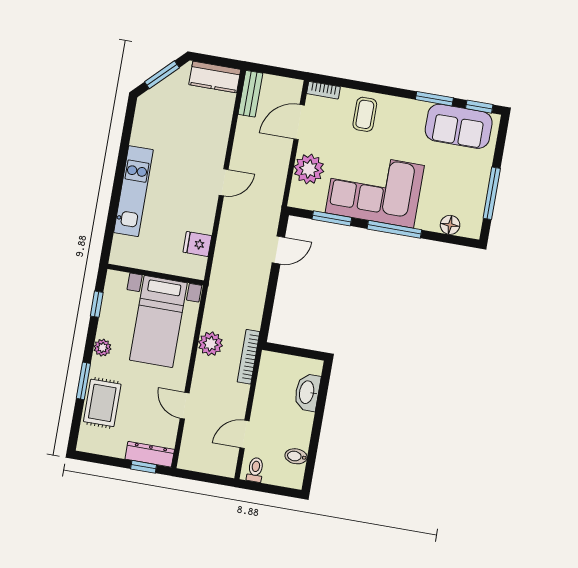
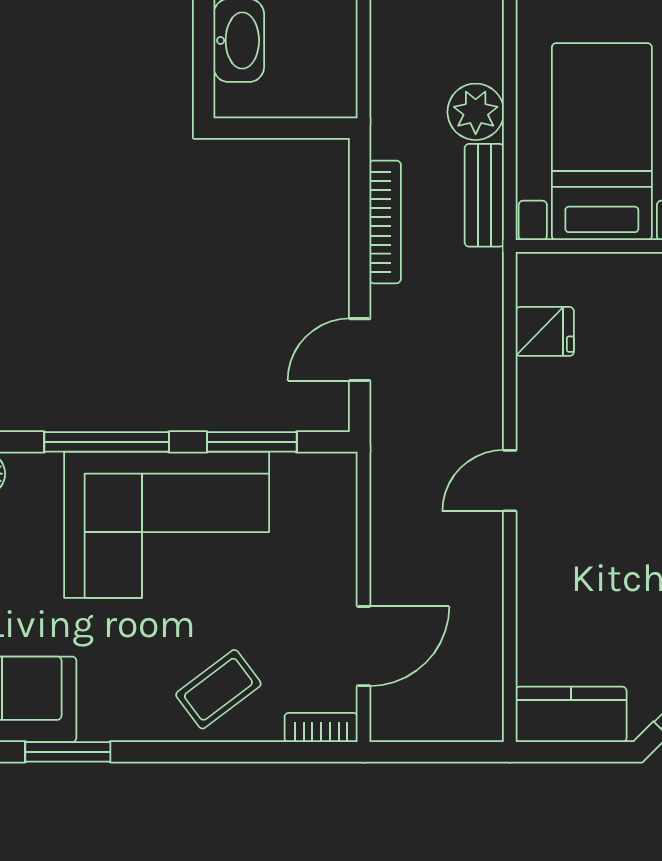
bench: (250, 94) -> (484, 195), moved
coffee table: (365, 114) -> (218, 689), turned 53
plant: (309, 169) -> (323, 544), removed
bookcase: (248, 357) -> (385, 222), moved

